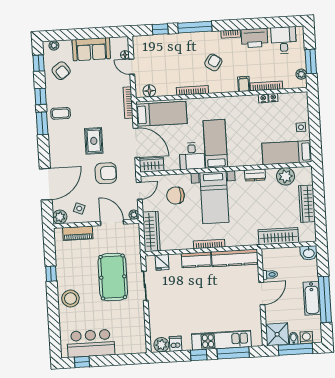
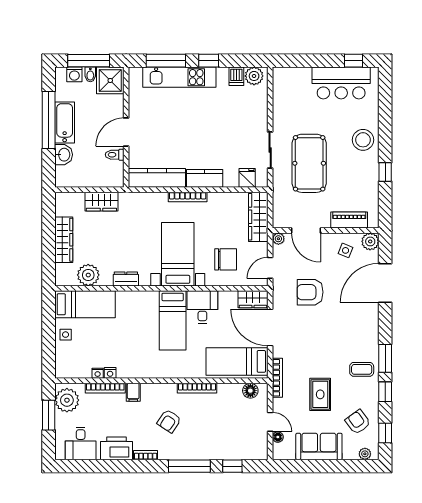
plant: (301, 74) -> (67, 400), width x1.88, depth x1.88
rug: (94, 141) -> (320, 394), moved
wardrobe: (278, 236) -> (101, 202), width x0.67
washbasin: (309, 253) -> (64, 155), moved, turned 90

